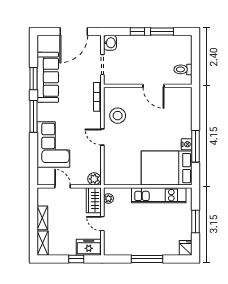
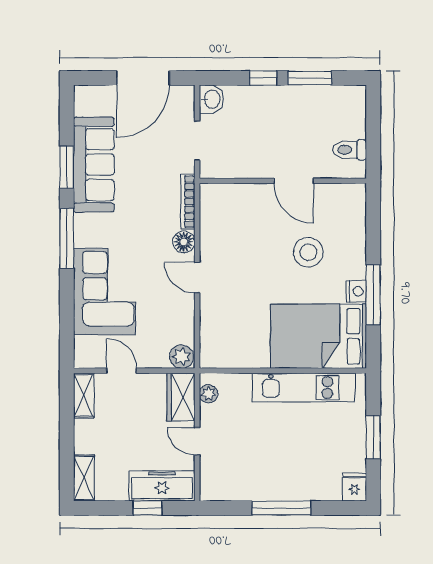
stool: (118, 116) -> (308, 252), moved
floor lamp: (95, 118) -> (184, 242), added
shelving: (42, 218) -> (84, 396), moved
freezer: (89, 247) -> (162, 486), width x1.40

